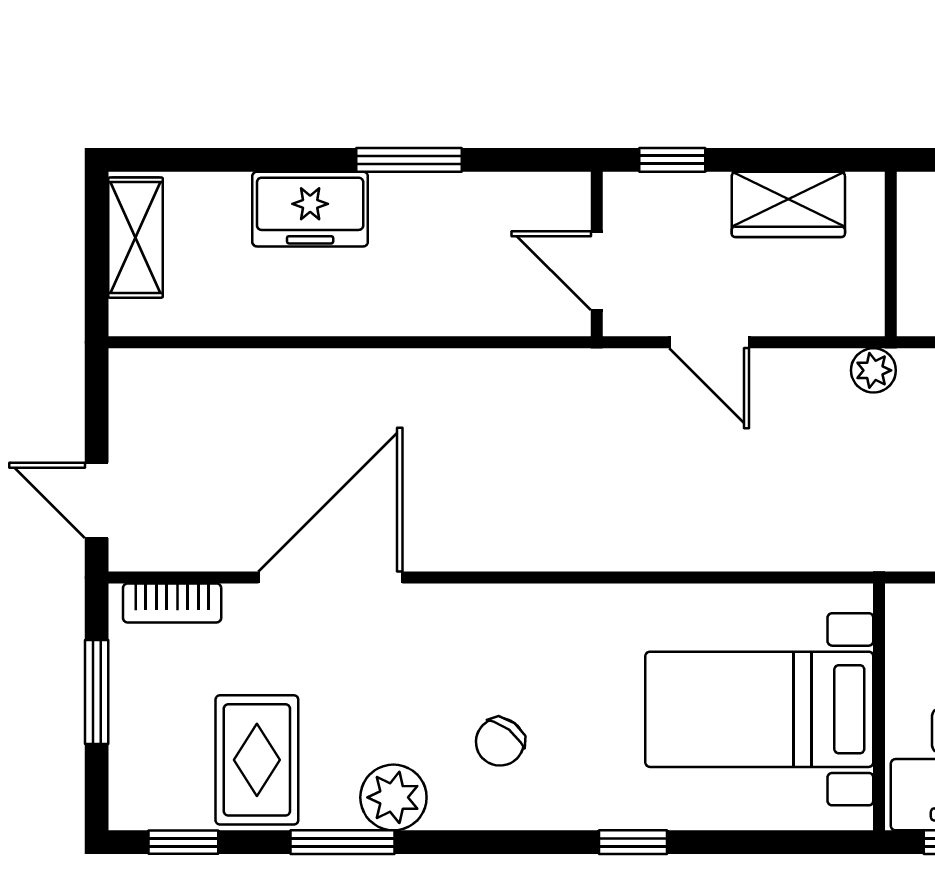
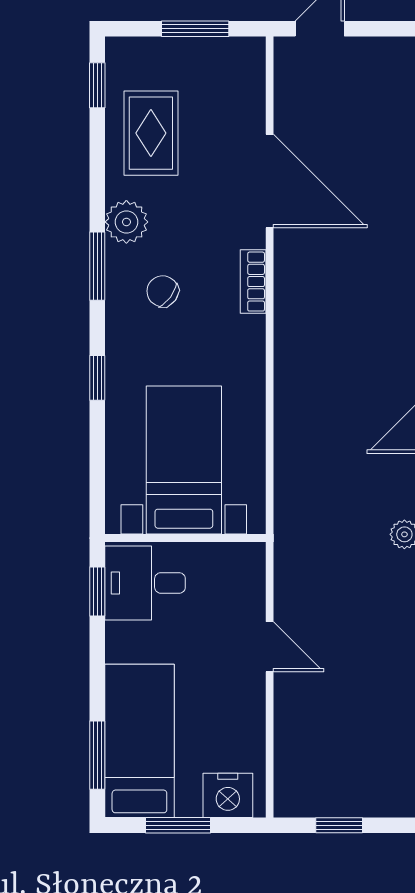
bookcase: (172, 603) -> (253, 282), moved
rug: (257, 760) -> (151, 133), turned 90
window: (342, 842) -> (97, 266), moved

